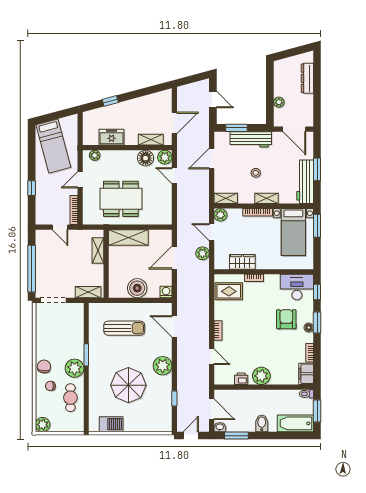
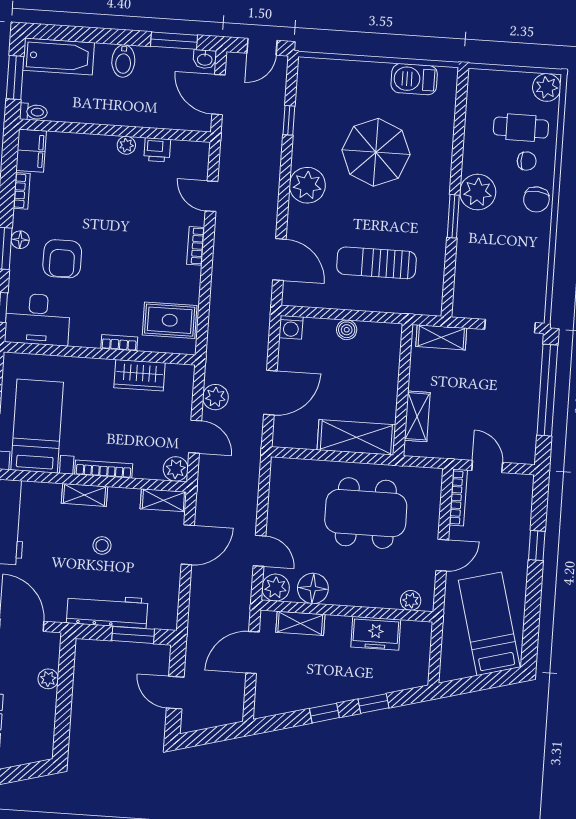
window: (135, 94) -> (324, 713), added
door: (212, 159) -> (188, 545), moved
boiler: (137, 288) -> (347, 330), width x0.54, depth x0.54
plant: (261, 376) -> (126, 145), width x0.53, depth x0.53
cafe table: (70, 398) -> (521, 128), moved, turned 90

